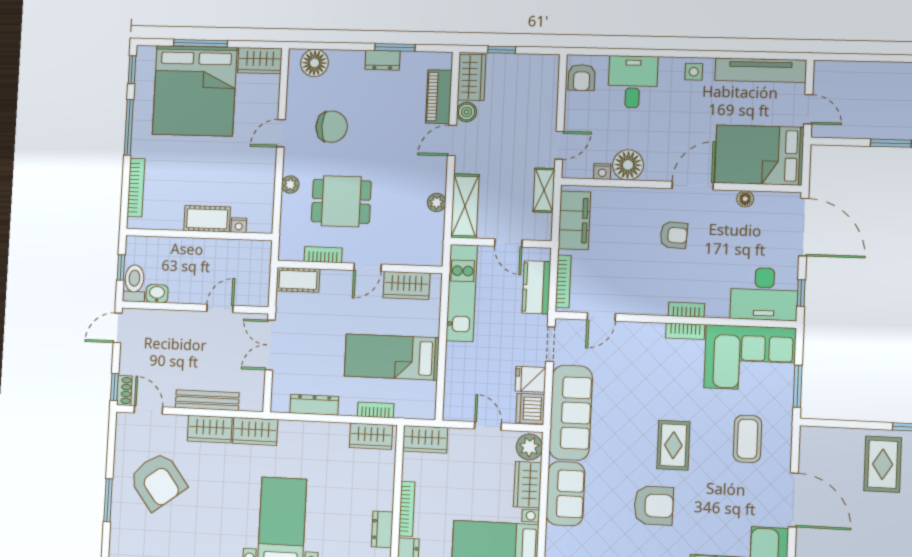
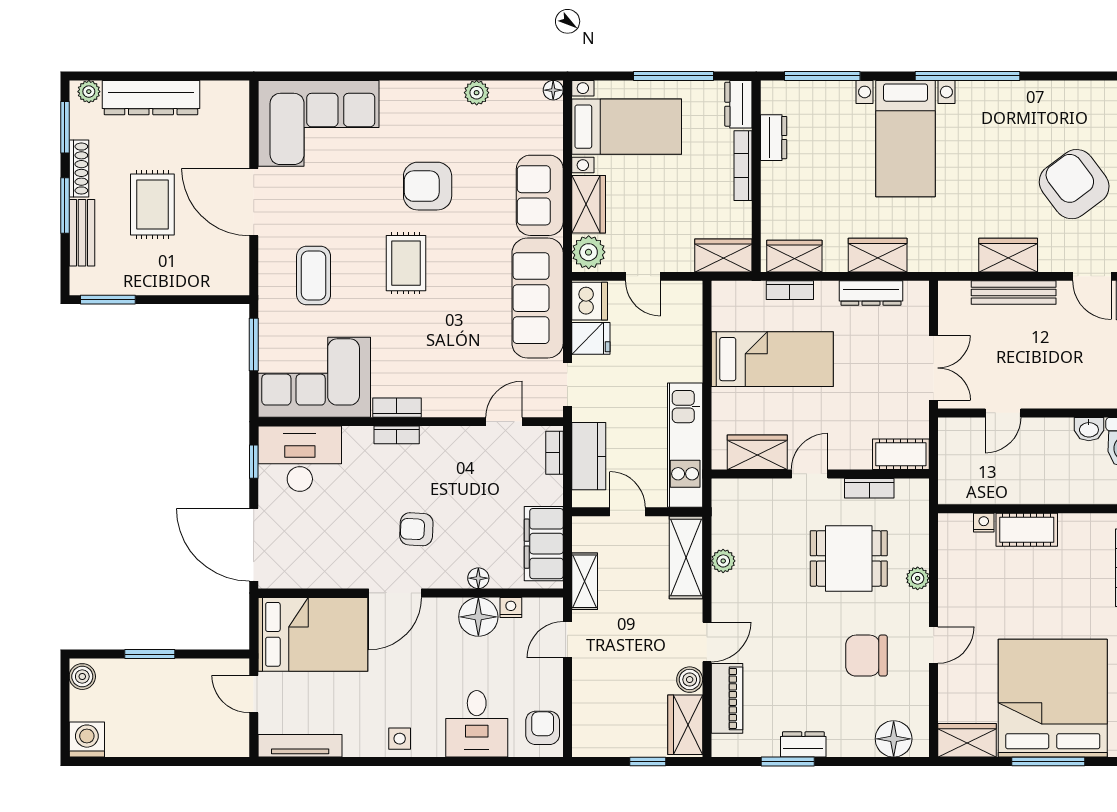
tv unit: (761, 70) -> (300, 746), width x0.73, depth x0.78
floor lamp: (745, 199) -> (478, 578), moved
bookcase: (563, 281) -> (554, 453), width x0.64
wardrobe: (255, 431) -> (878, 255), moved
rug: (883, 464) -> (152, 205), moved

